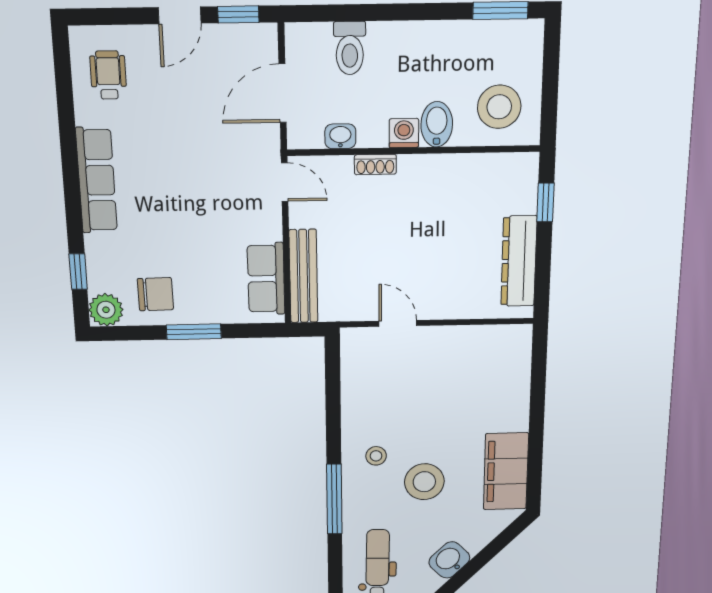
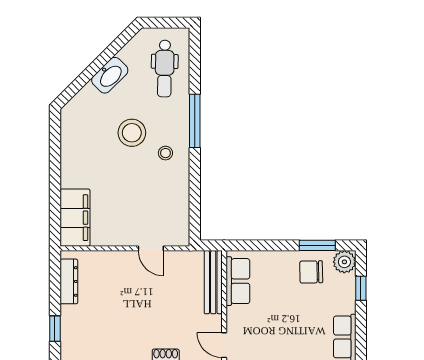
dresser: (519, 261) -> (69, 281), width x0.73, depth x0.80
window: (194, 332) -> (317, 245), moved
filing cabinet: (506, 471) -> (75, 218), moved
washbasin: (449, 560) -> (110, 75), width x1.38

